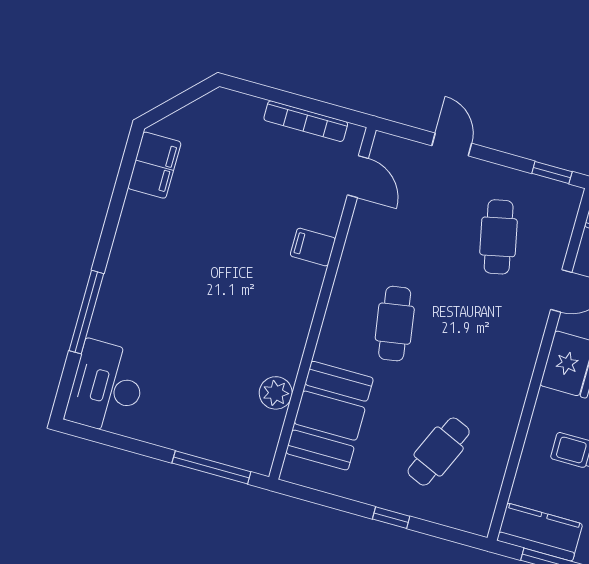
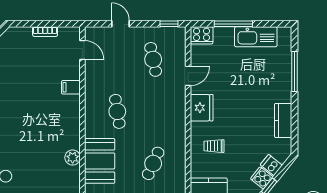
bookcase: (306, 121) -> (45, 32), width x0.64

